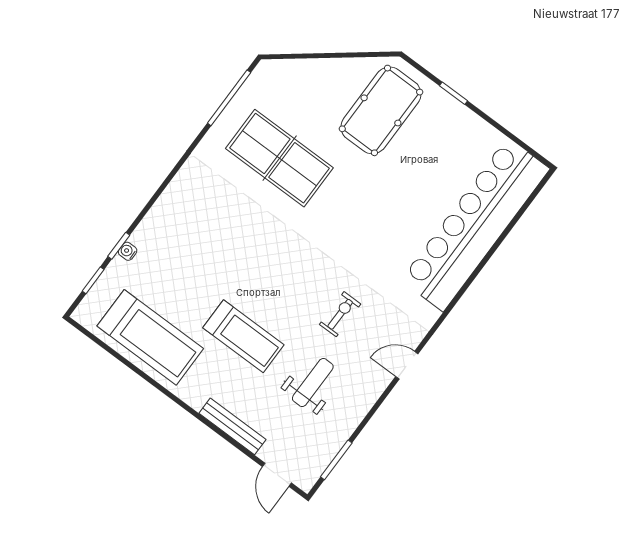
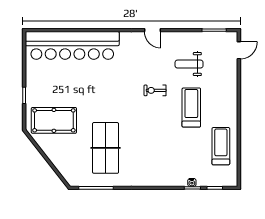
exercise bike: (340, 314) -> (155, 90), moved
treadmill: (150, 337) -> (221, 146), width x0.73, depth x0.73
bench: (232, 426) -> (232, 84), removed

